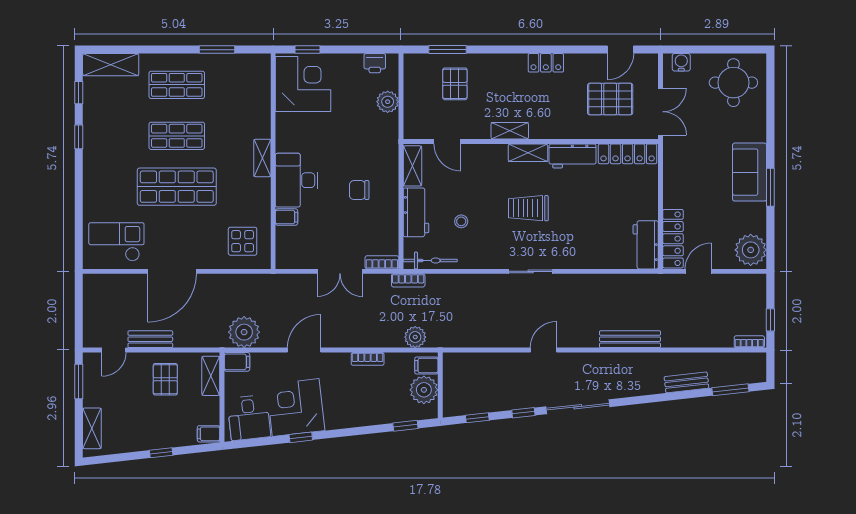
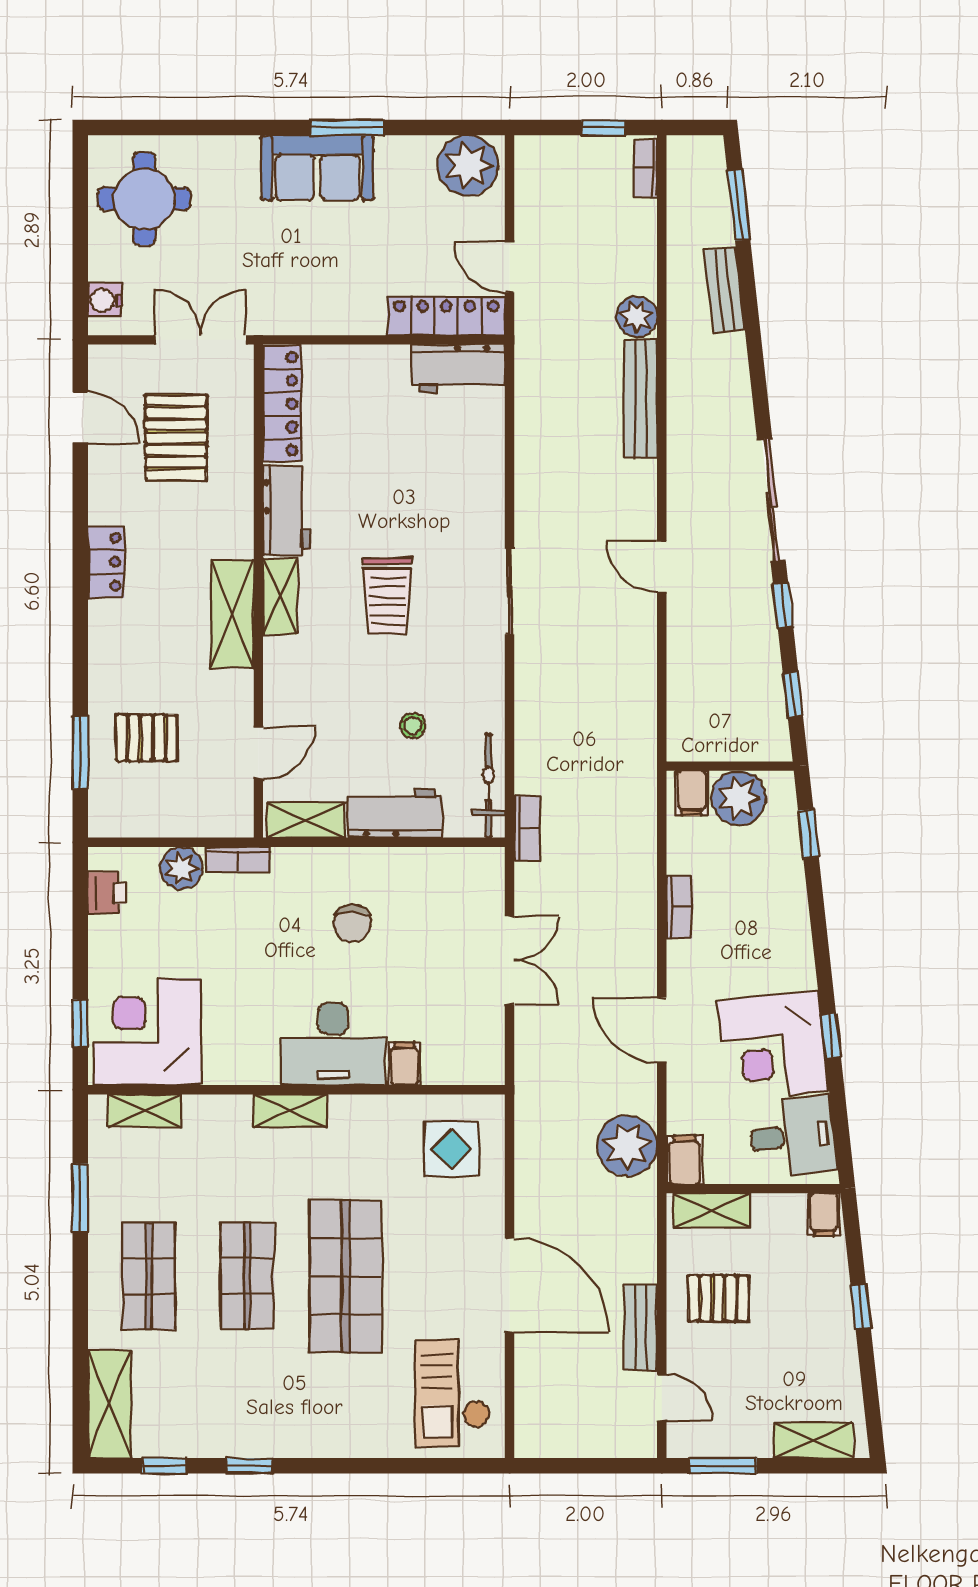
shelving: (262, 83) -> (144, 1111), added
shelving: (510, 131) -> (232, 614), width x1.50, depth x1.33
bookcase: (382, 262) -> (238, 860), moved, turned -90
plant: (415, 337) -> (637, 316), moved

